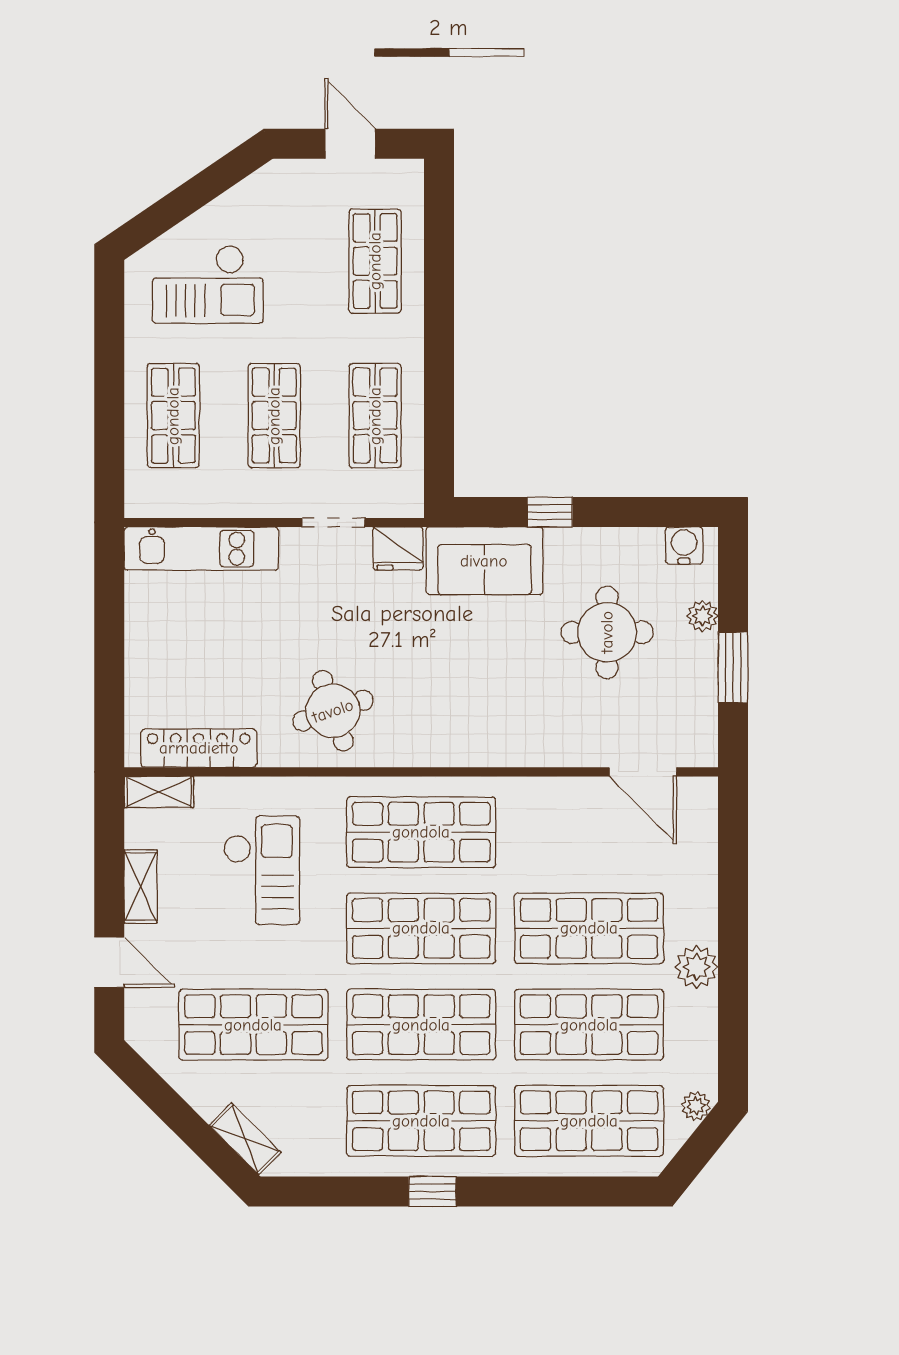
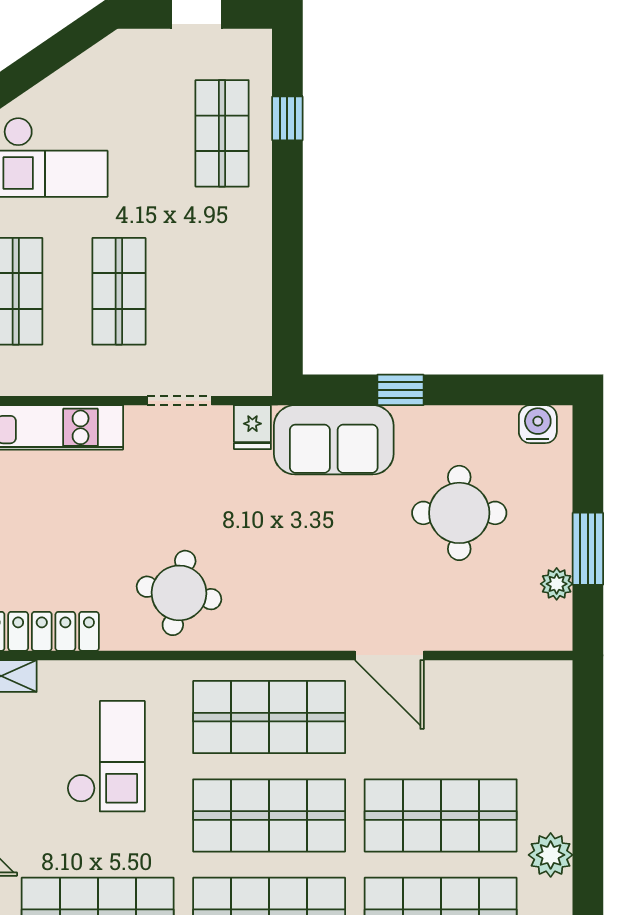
window: (439, 246) -> (287, 118), added
shop shelf: (375, 416) -> (222, 291), removed
fridge: (398, 549) -> (252, 427), width x0.72
plant: (702, 616) -> (557, 584), moved
round table: (333, 711) -> (179, 593), turned 30
door: (643, 772) -> (389, 655), moved

